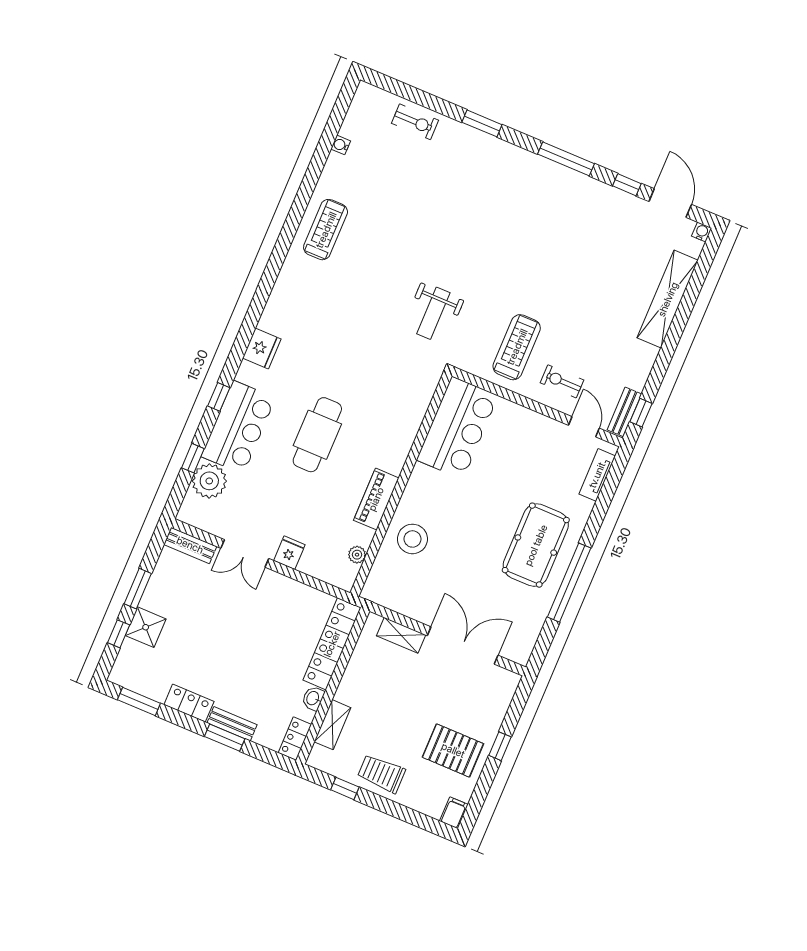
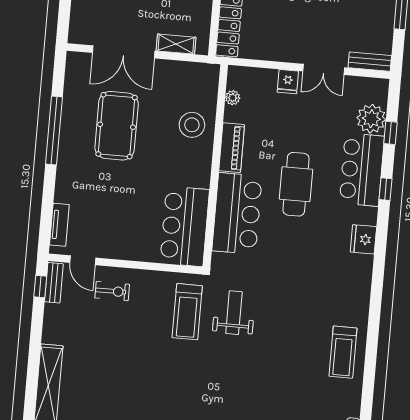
treadmill: (517, 347) -> (187, 312), moved
bar counter: (394, 423) -> (237, 213), added
pool table: (536, 545) -> (117, 126), moved
double door: (245, 553) -> (324, 69), swing flipped

